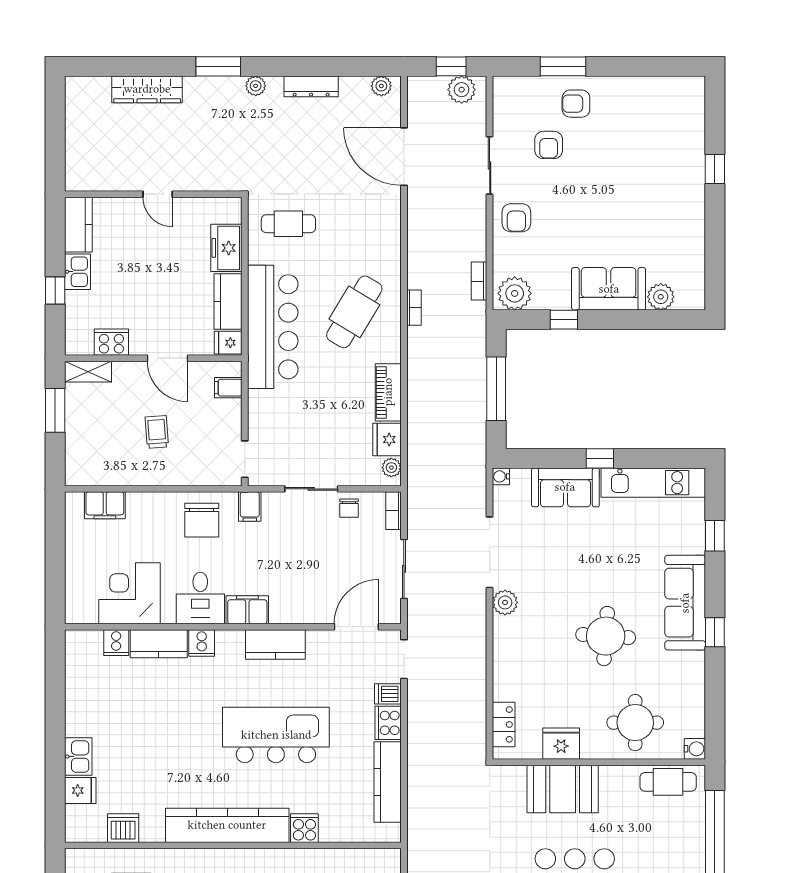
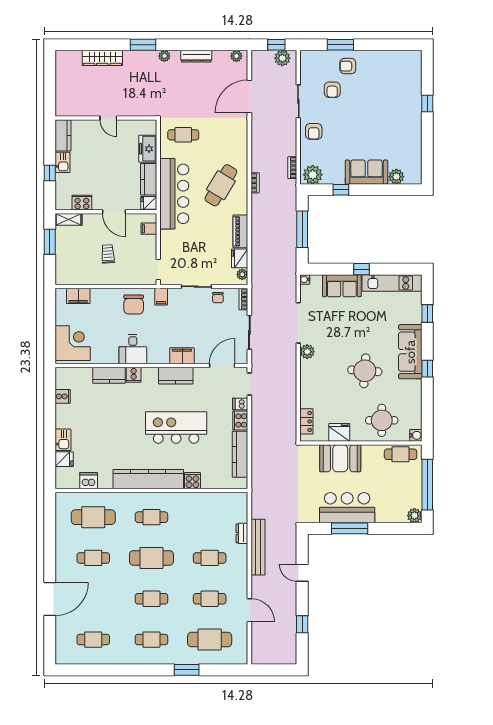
door: (404, 157) -> (249, 96), hinge flipped
corner desk: (129, 593) -> (73, 343), moved, turned 90
filing cabinet: (247, 610) -> (182, 356), moved
cooker: (116, 643) -> (63, 396), moved, turned -90

